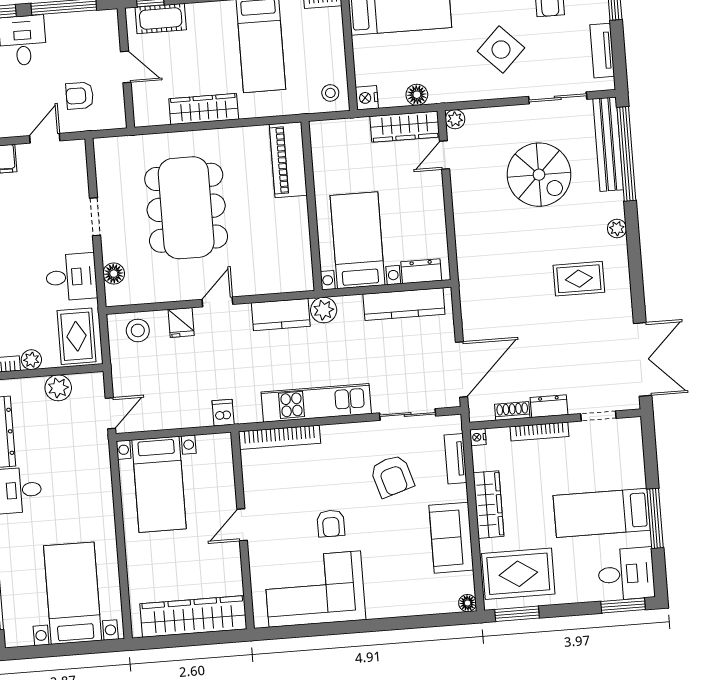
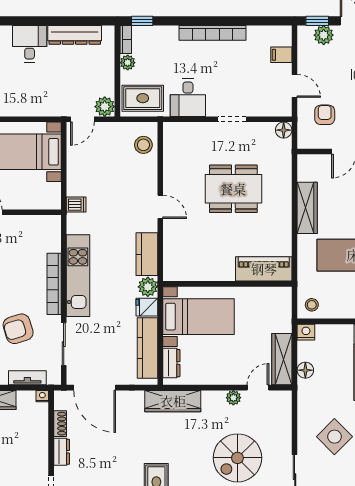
plant: (455, 119) -> (233, 398), moved
door: (445, 155) -> (258, 388), hinge flipped
dining table: (186, 208) -> (233, 189), width x0.73, depth x0.80
wardrobe: (471, 266) -> (173, 401), added
floor lamp: (114, 274) -> (284, 130), moved
fridge: (181, 323) -> (147, 307), moved
plant: (58, 388) -> (105, 107), moved
door: (110, 413) -> (82, 119), hinge flipped
bookcase: (539, 432) -> (43, 443), removed
bookcase: (279, 437) -> (54, 284), moved

